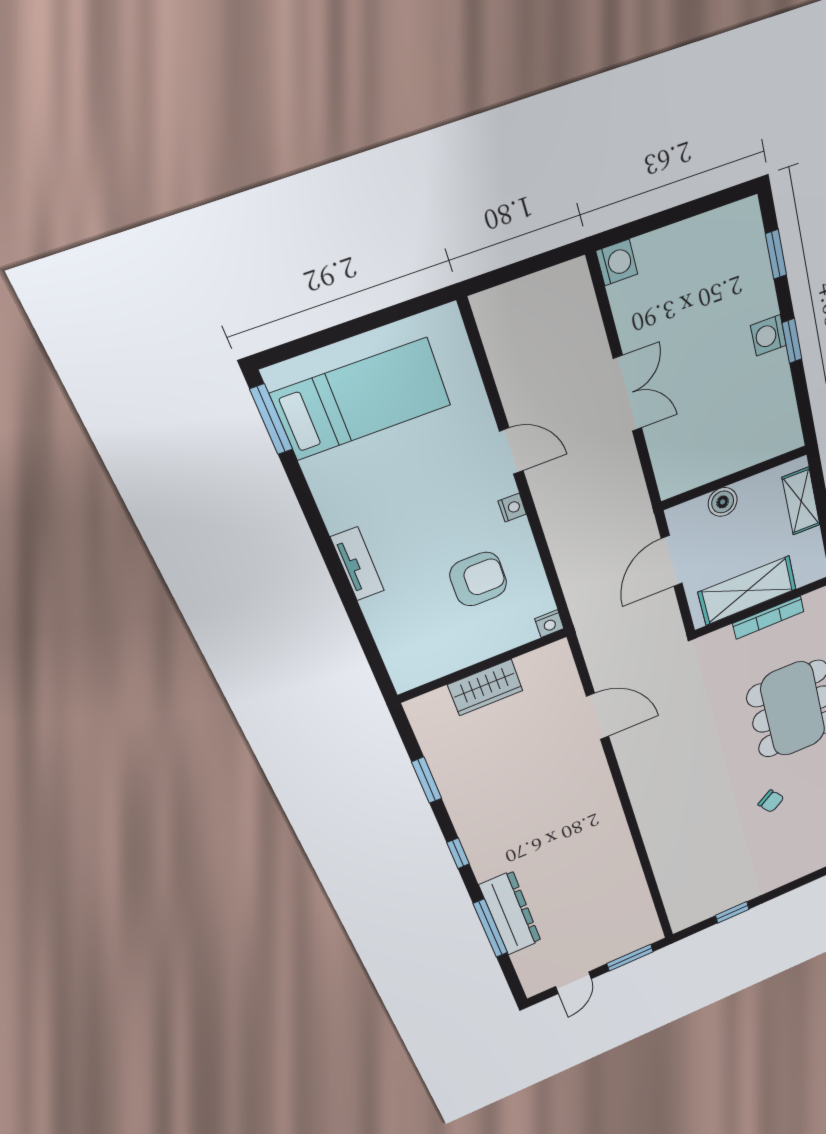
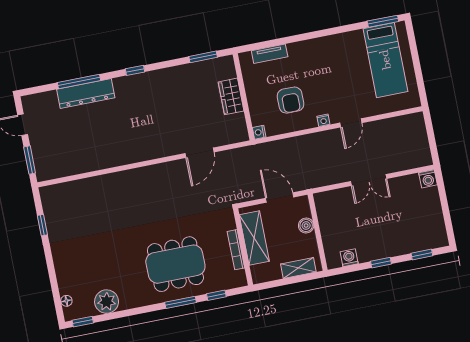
washing machine: (768, 335) -> (349, 258), moved
tv unit: (357, 564) -> (270, 54), moved
window: (427, 780) -> (203, 57), moved
chair: (771, 801) -> (117, 251), removed

